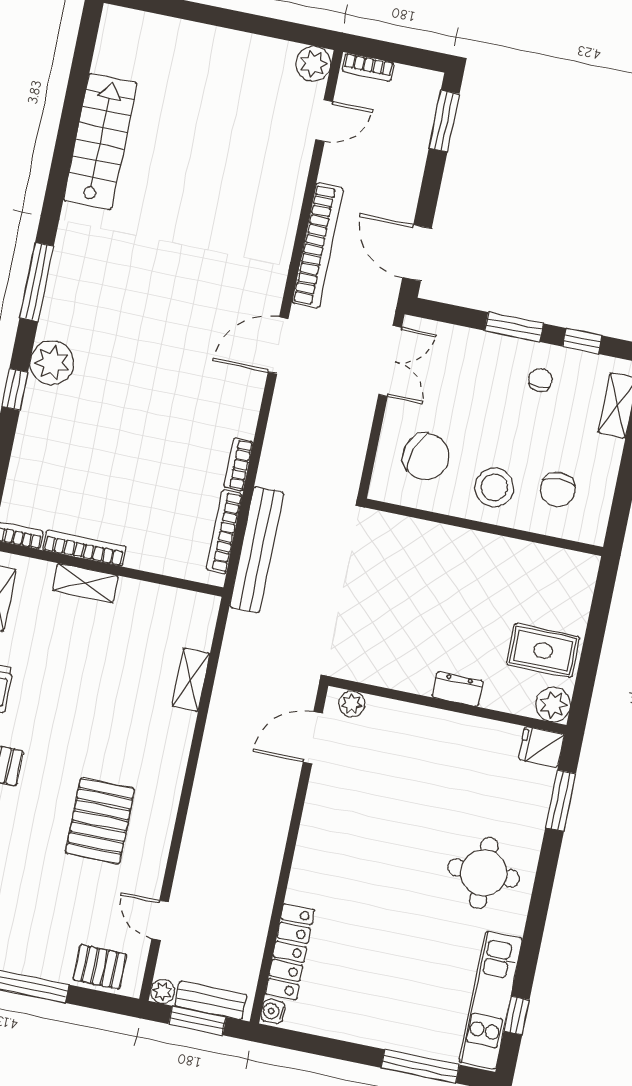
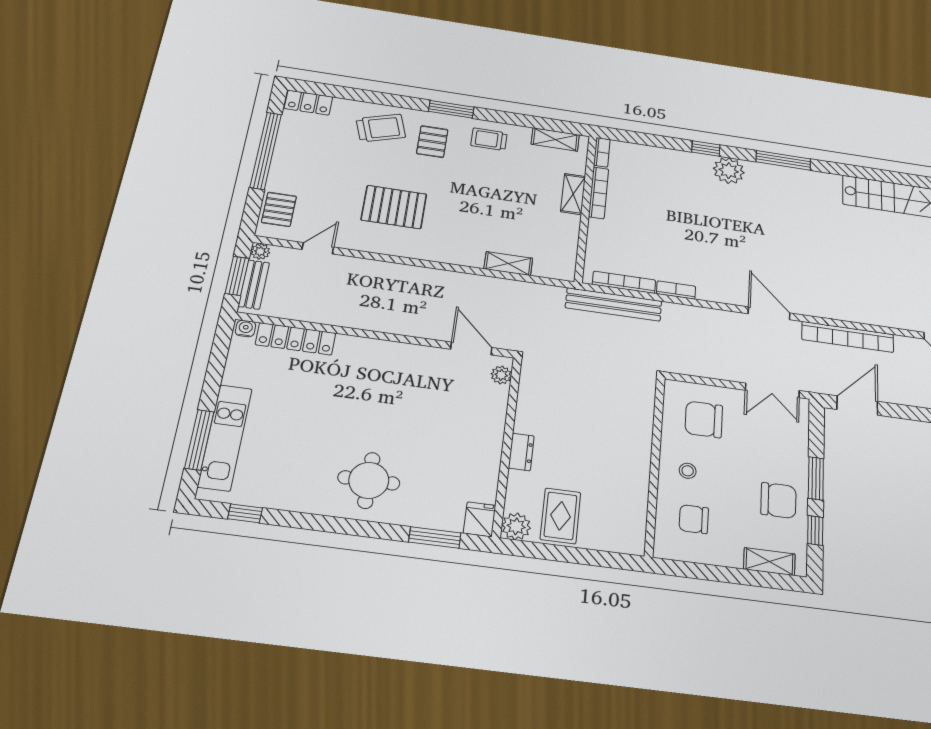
chair: (540, 380) -> (778, 500), width x1.87, depth x1.87
chair: (426, 456) -> (704, 419), turned 72
stool: (494, 488) -> (688, 471), width x0.53, depth x0.53
kitchen unit: (491, 1000) -> (225, 437), moved, turned 90

